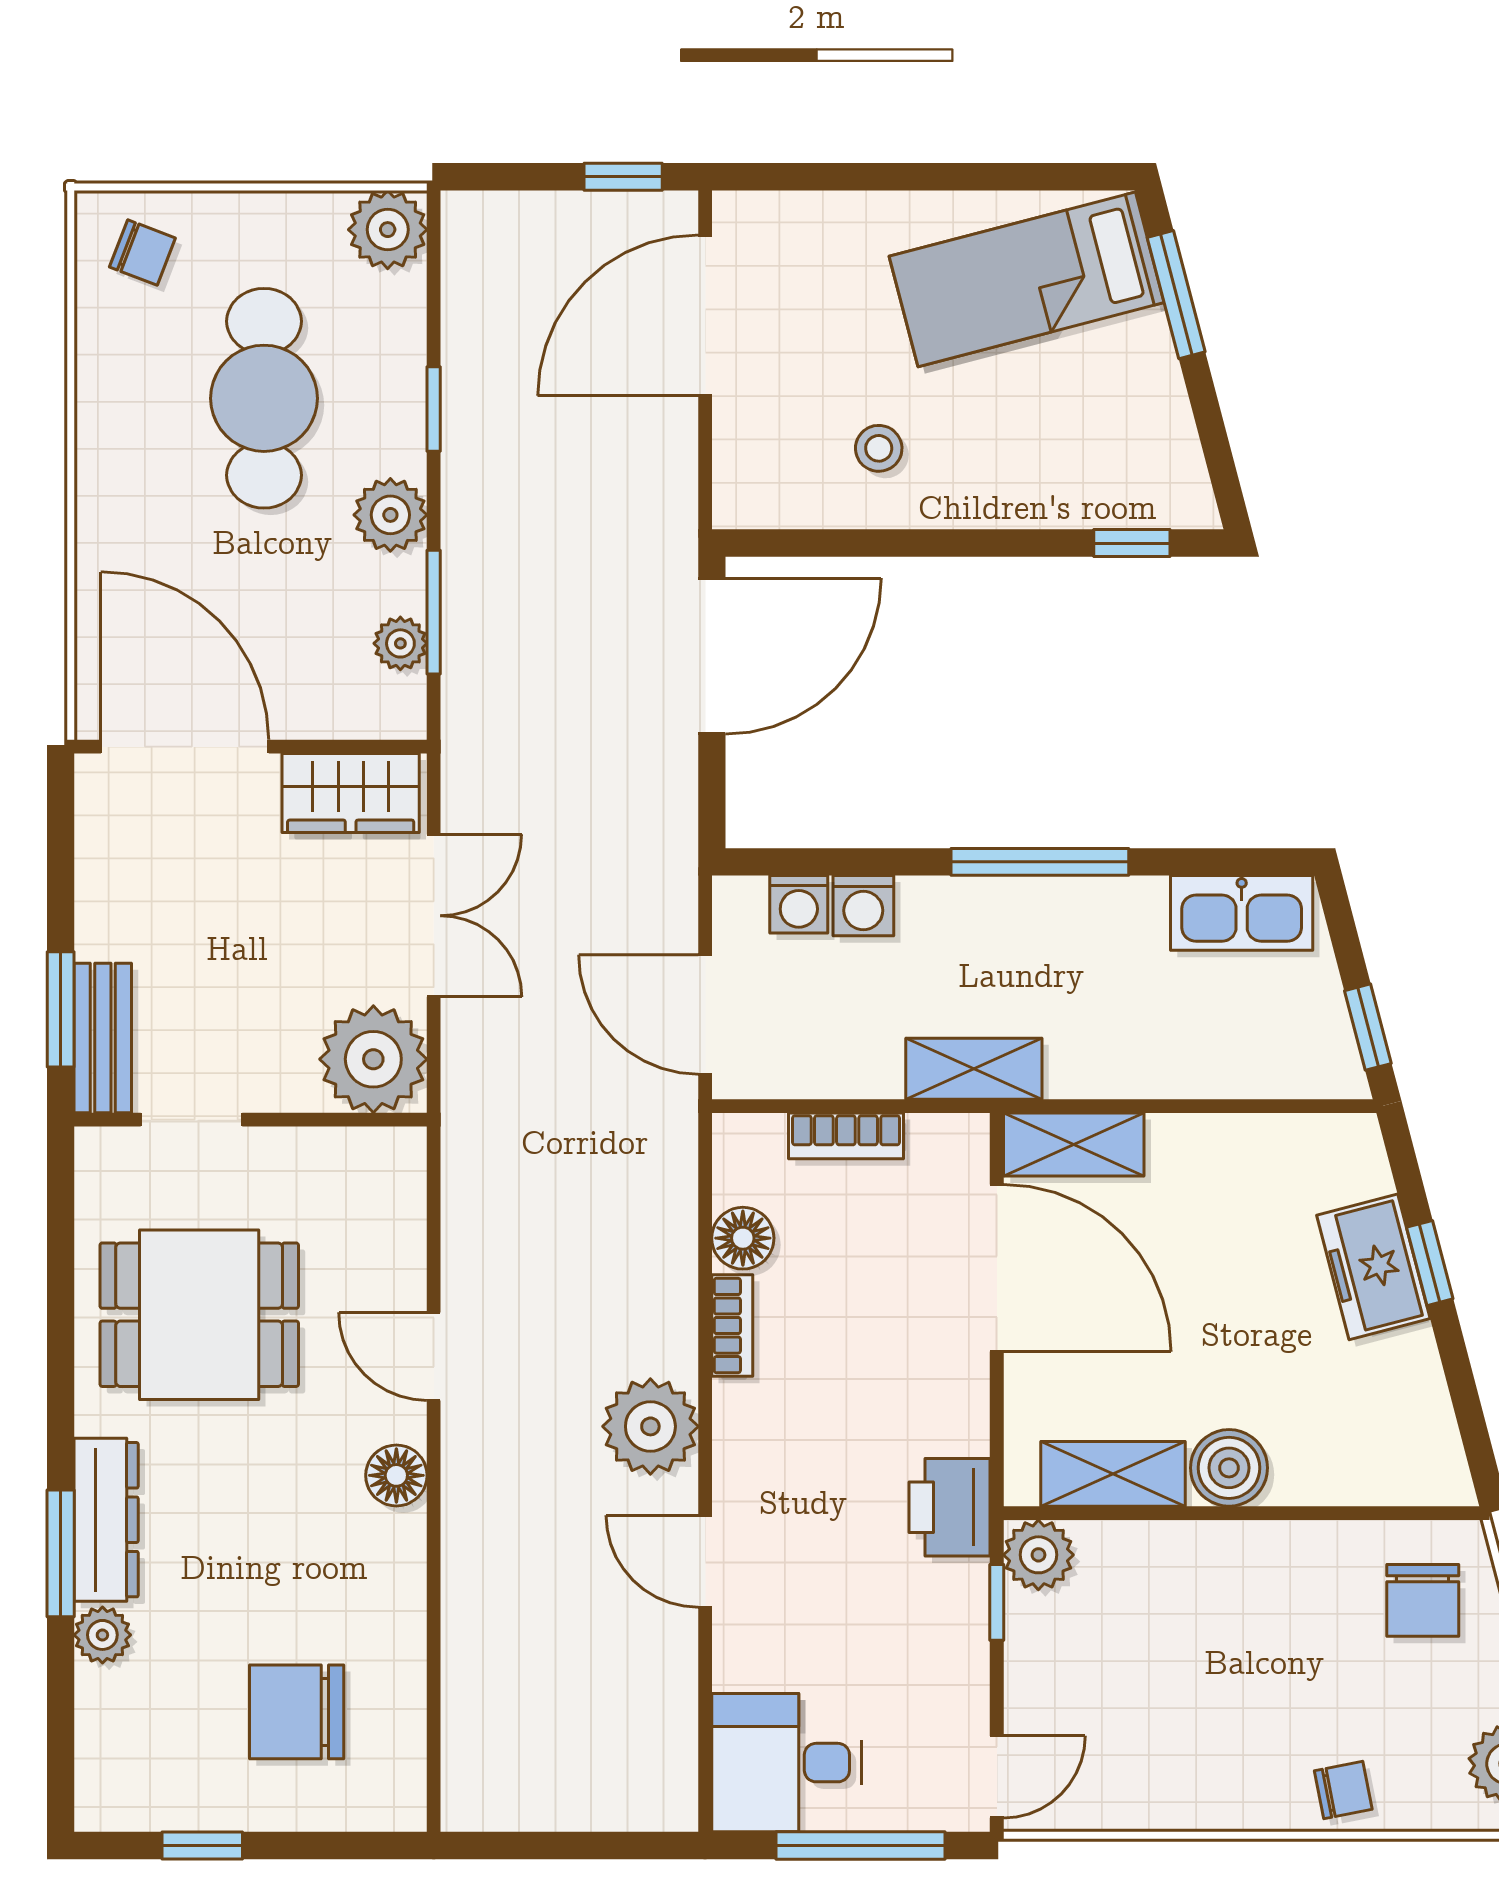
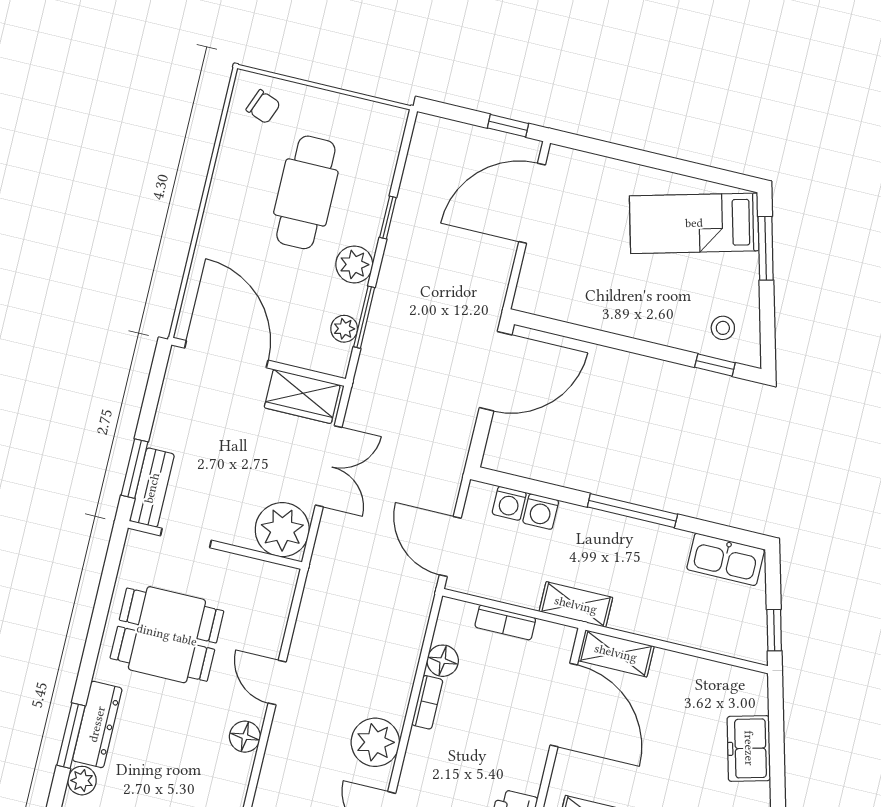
plant: (388, 230) -> (386, 124), removed
stool: (879, 448) -> (723, 328), moved
window: (1430, 1263) -> (777, 753), removed

